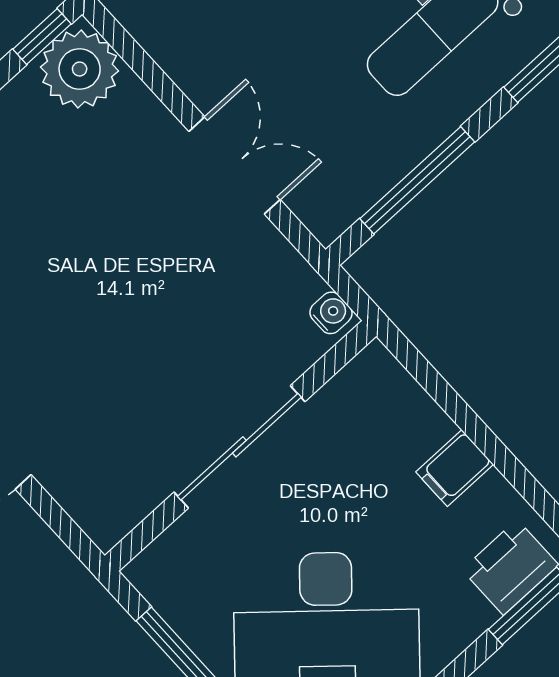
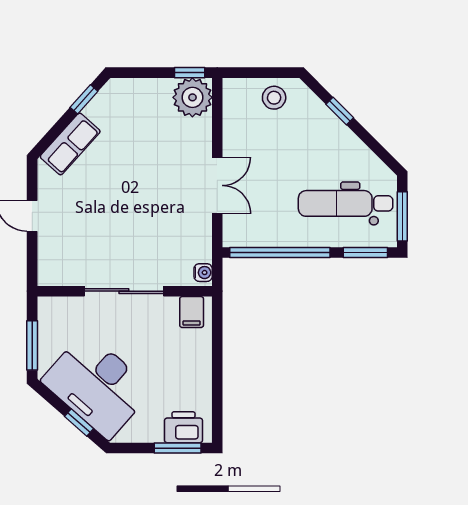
window: (417, 180) -> (280, 253), width x1.46
filing cabinet: (455, 468) -> (192, 312), moved, turned -90

